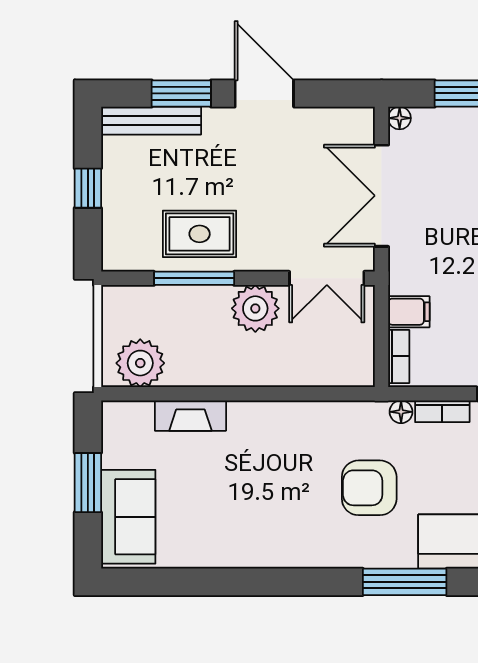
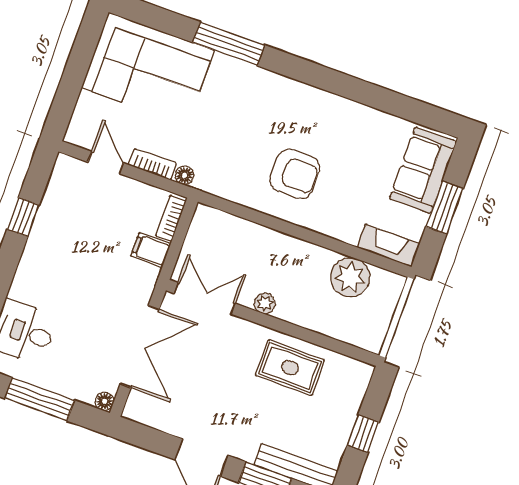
window: (194, 278) -> (306, 335), removed
plant: (255, 308) -> (265, 303), width x0.53, depth x0.53
plant: (140, 363) -> (350, 277), moved
fireplace: (190, 416) -> (388, 246), moved
armchair: (369, 488) -> (295, 174), moved

